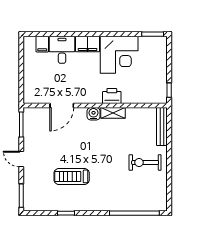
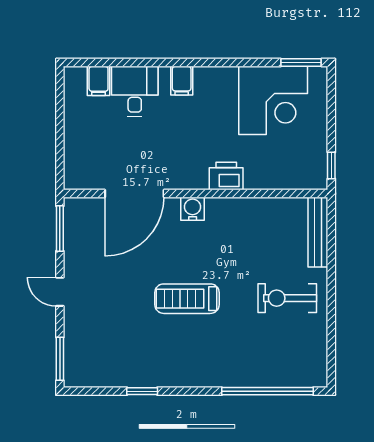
filing cabinet: (88, 44) -> (182, 81), width x0.50
corner desk: (119, 55) -> (273, 100), moved
door: (62, 105) -> (134, 193), width x1.36
shelving: (113, 113) -> (228, 207), removed
treadmill: (72, 176) -> (187, 299), moved

